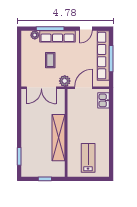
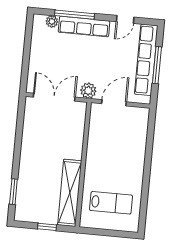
coffee table: (50, 60) -> (71, 59), removed
double door: (41, 88) -> (54, 97), swing flipped
kitchen sink: (103, 100) -> (141, 123), removed
shelving: (59, 138) -> (70, 193), moved
lab bench: (88, 158) -> (111, 203), turned 90

